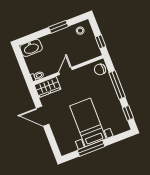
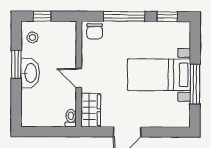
window: (100, 42) -> (42, 16), moved
washbasin: (31, 48) -> (30, 73), moved

